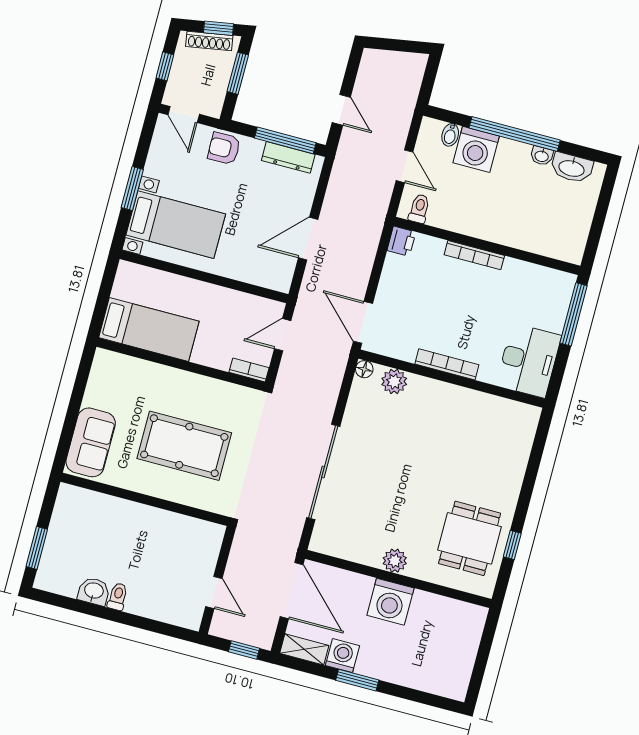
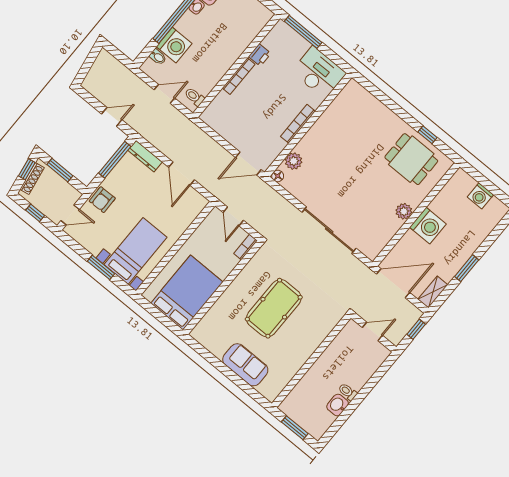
dresser: (288, 157) -> (145, 156), moved, turned 90
printer: (401, 241) -> (260, 55), moved, turned 90
bed: (149, 329) -> (187, 293), width x1.50
wall: (145, 499) -> (311, 361), moved
washing machine: (342, 656) -> (480, 196), moved, turned -90

